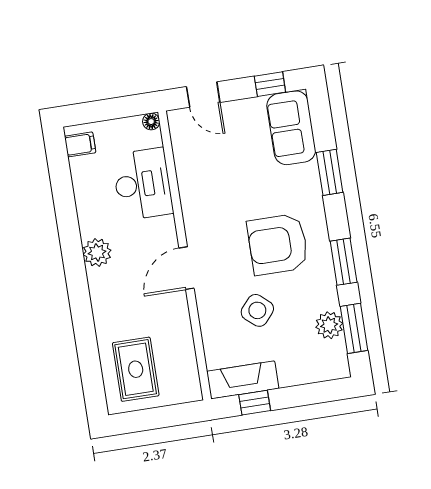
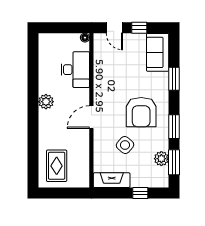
window: (270, 84) -> (139, 28), moved
filing cabinet: (80, 144) -> (46, 44), removed
armchair: (278, 244) -> (141, 112), turned -90
window: (255, 403) -> (140, 193), moved

